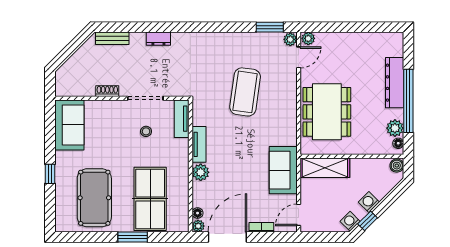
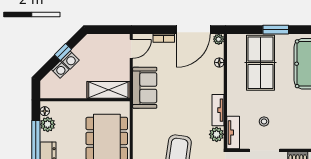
boiler: (397, 166) -> (46, 92), removed
plant: (201, 172) -> (217, 134), moved
floor lamp: (198, 213) -> (219, 63), moved
washing machine: (350, 221) -> (60, 70), moved
window: (368, 221) -> (63, 52), moved

